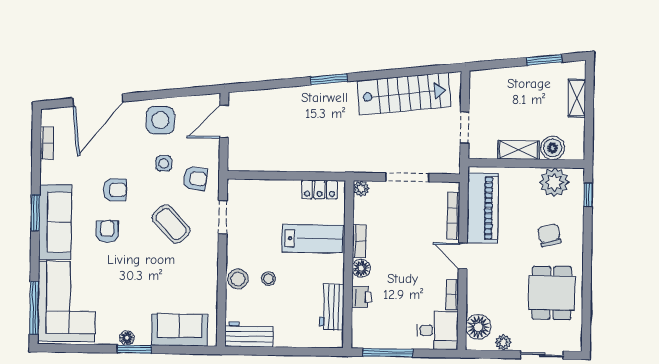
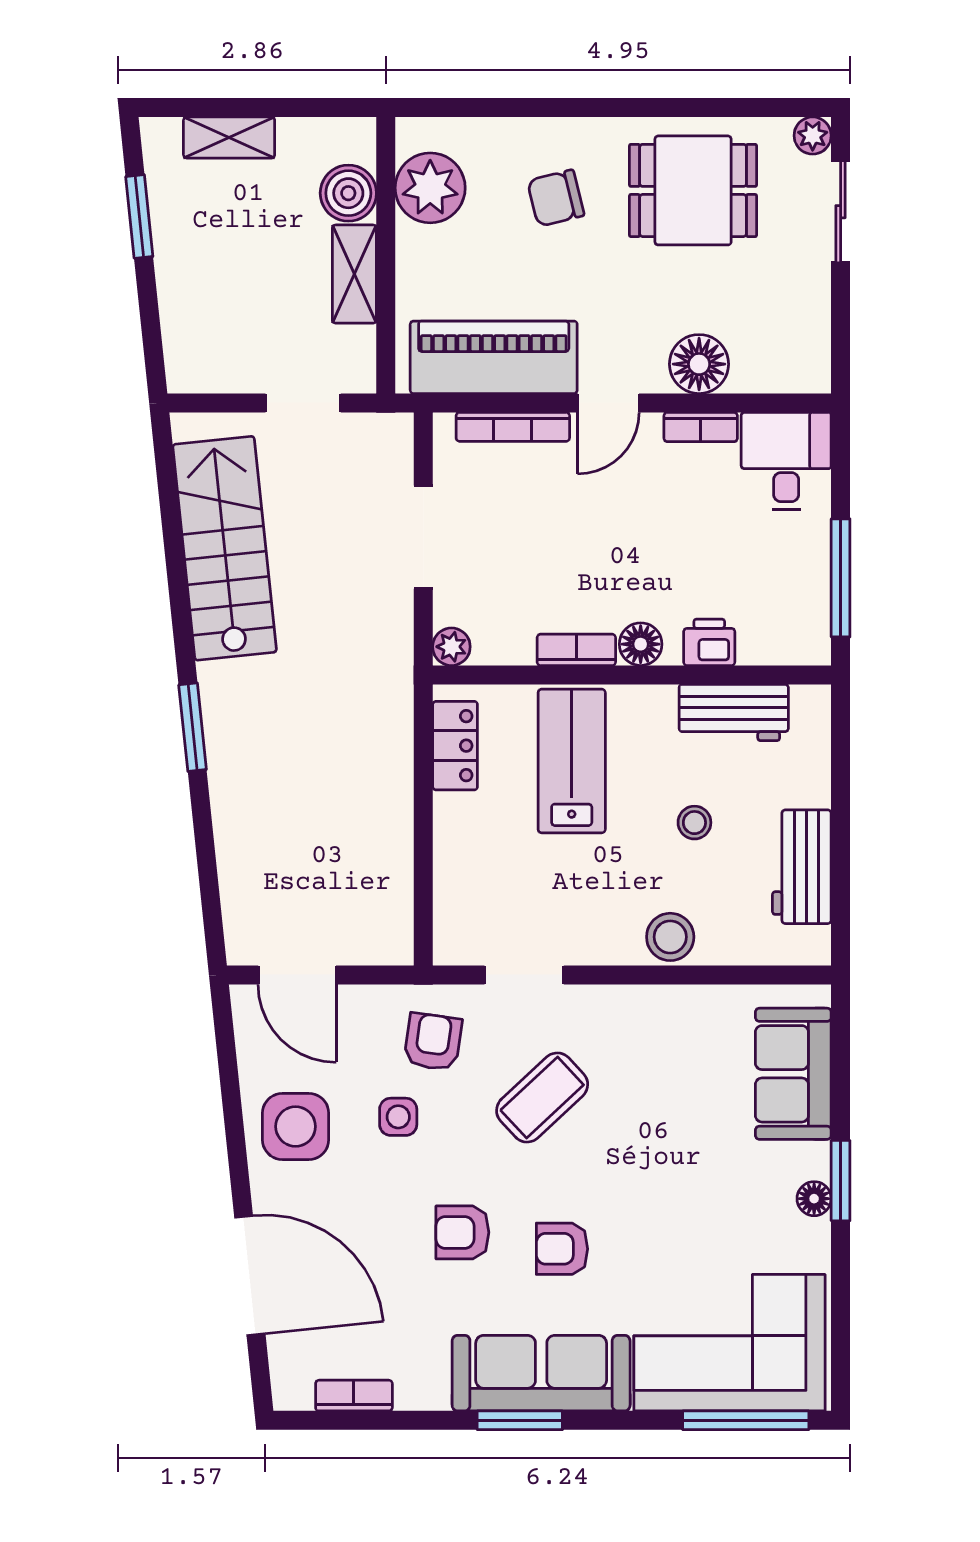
armchair: (115, 190) -> (462, 1232), turned -90
window: (588, 195) -> (459, 108), removed
stool: (268, 279) -> (694, 823), moved
floor lamp: (478, 327) -> (699, 364), moved
workbench: (249, 334) -> (802, 867), moved
plant: (503, 343) -> (813, 136), moved

